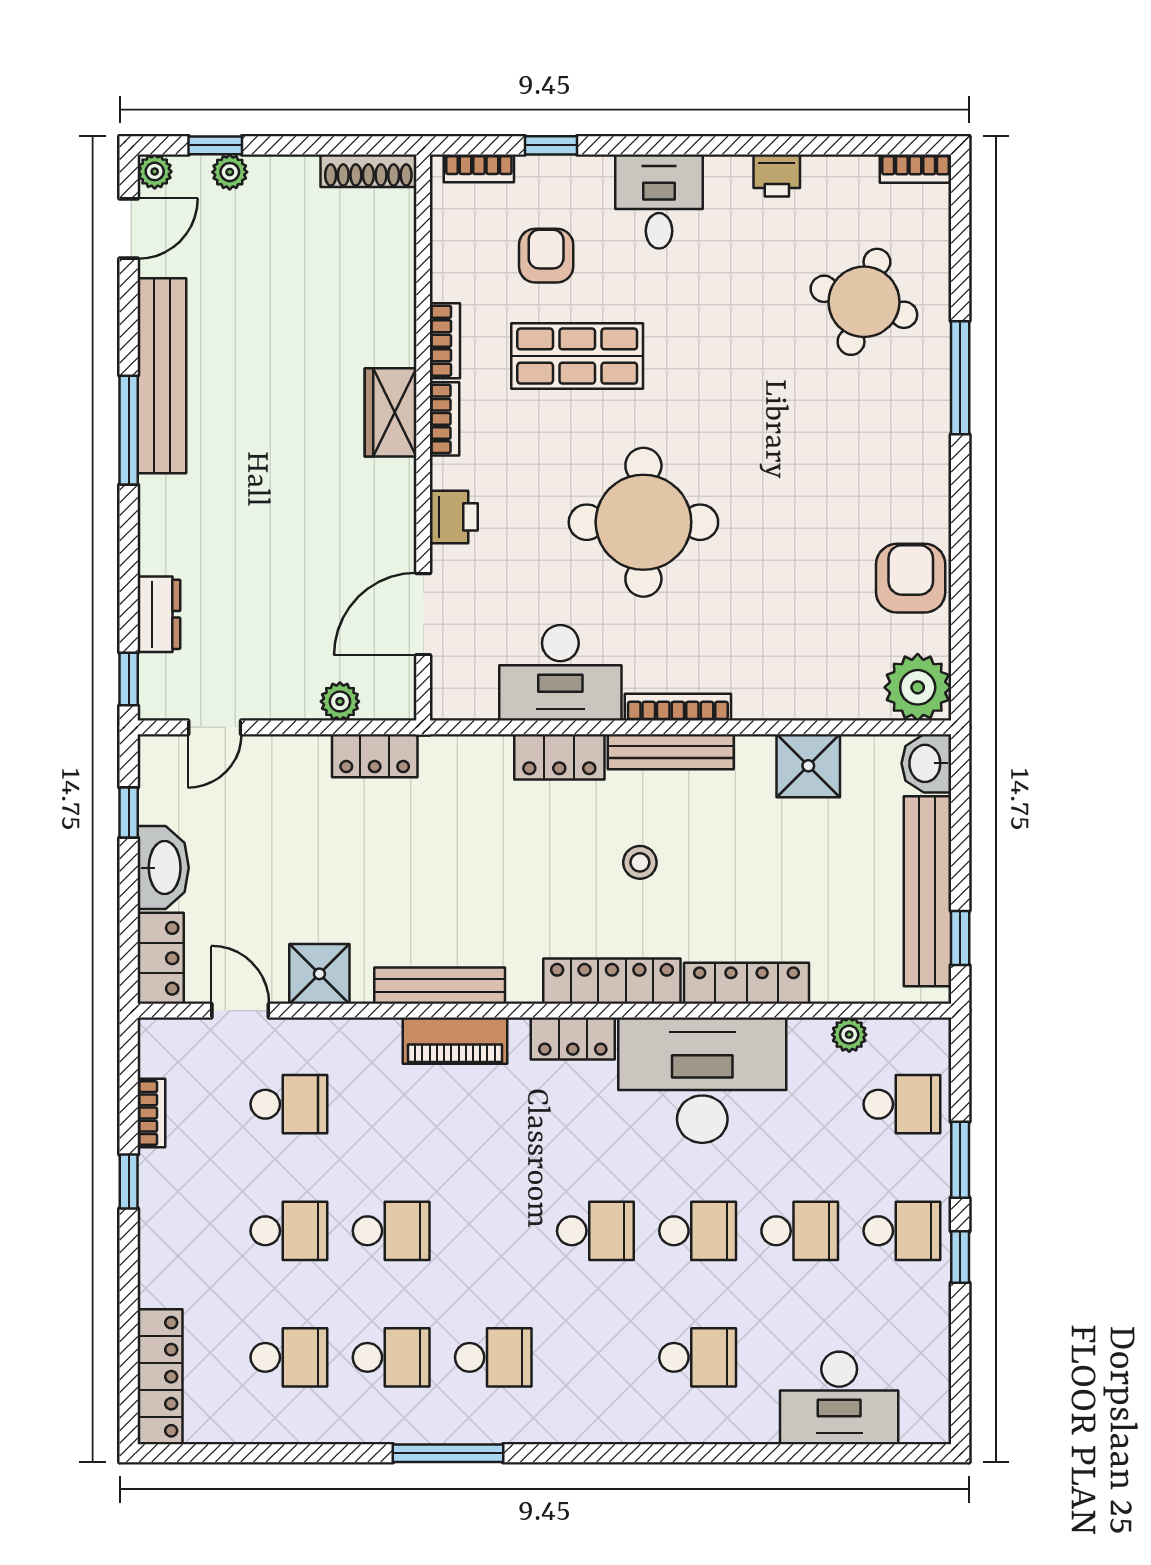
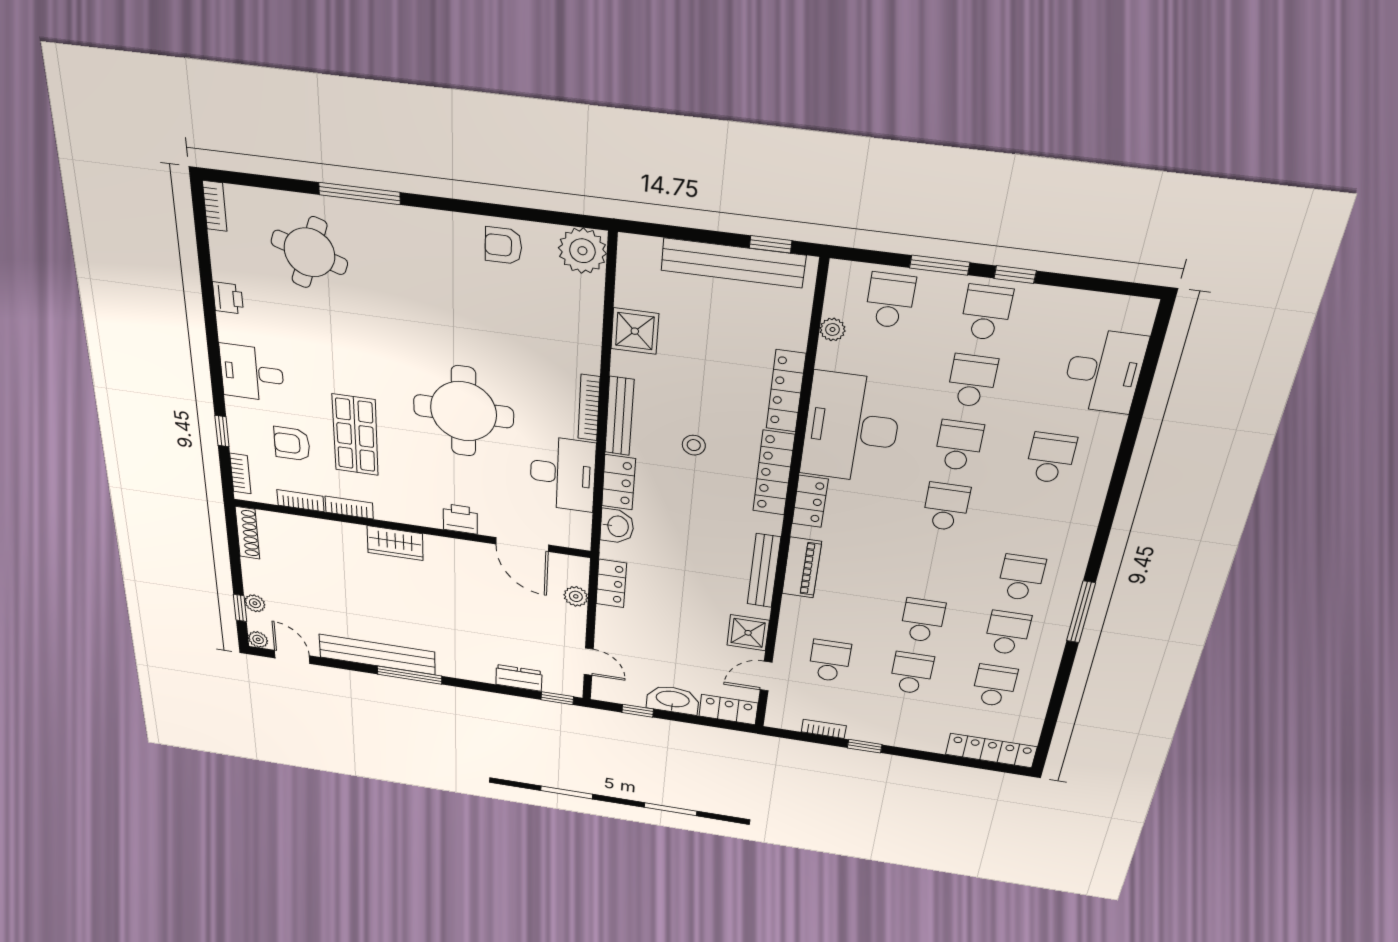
bookcase: (444, 419) -> (300, 501), moved
armchair: (911, 578) -> (503, 246), width x0.72, depth x0.72
washbasin: (926, 763) -> (617, 526), moved, turned -90

